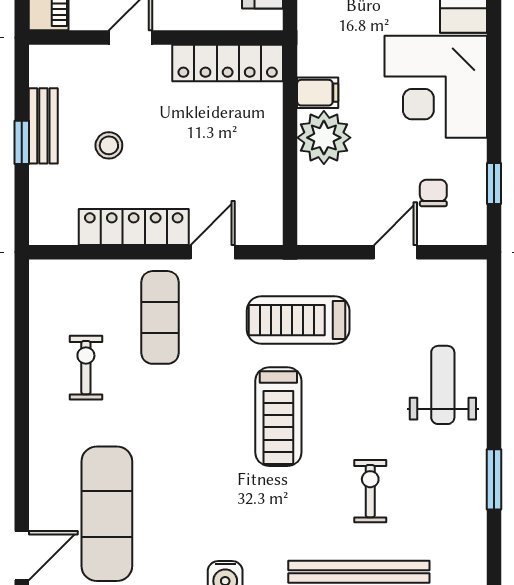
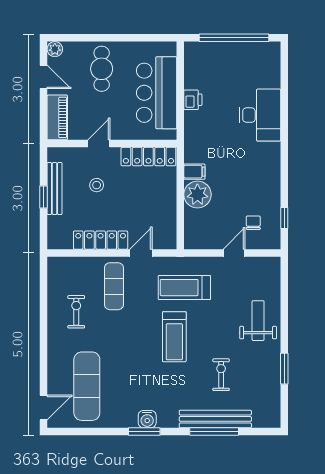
corner desk: (436, 87) -> (254, 169), removed
bench: (43, 126) -> (55, 189), width x1.36
stool: (109, 145) -> (97, 185), moved

